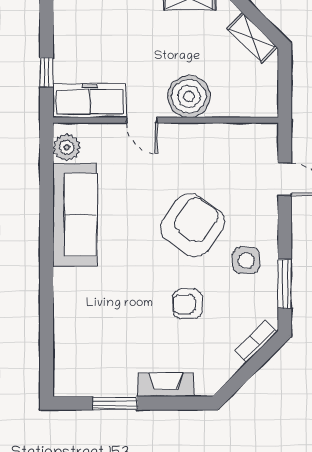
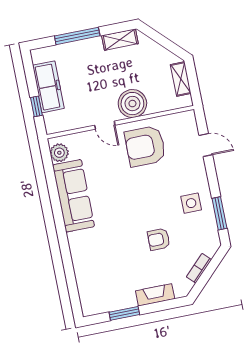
shelving: (252, 38) -> (181, 79), moved, turned 45
freezer: (90, 101) -> (48, 87), moved, turned 90
armchair: (193, 225) -> (145, 146), moved, turned -125
bookcase: (256, 341) -> (199, 268), moved

